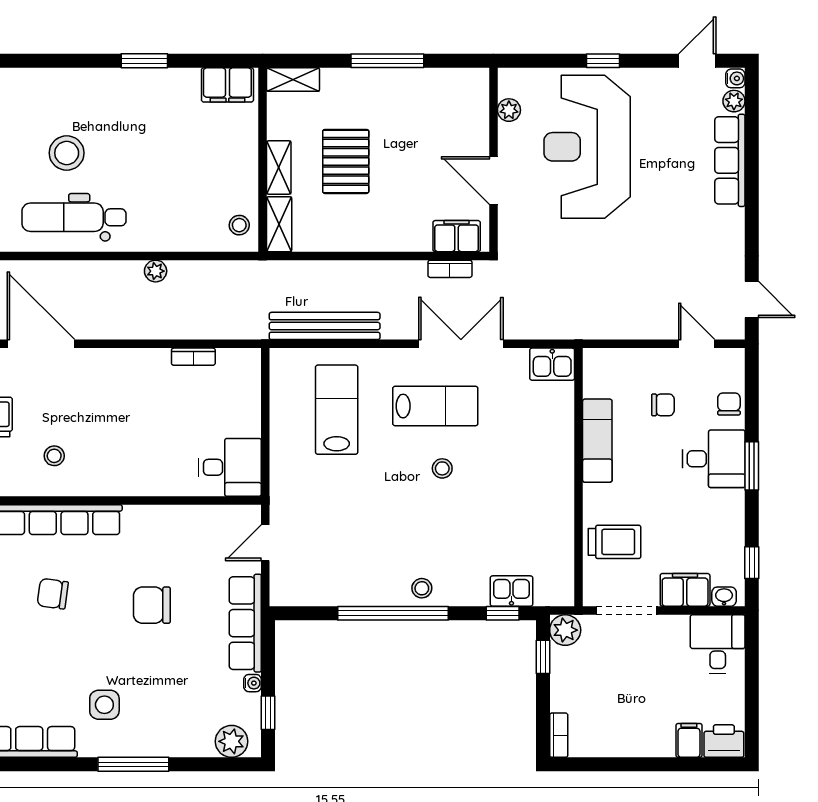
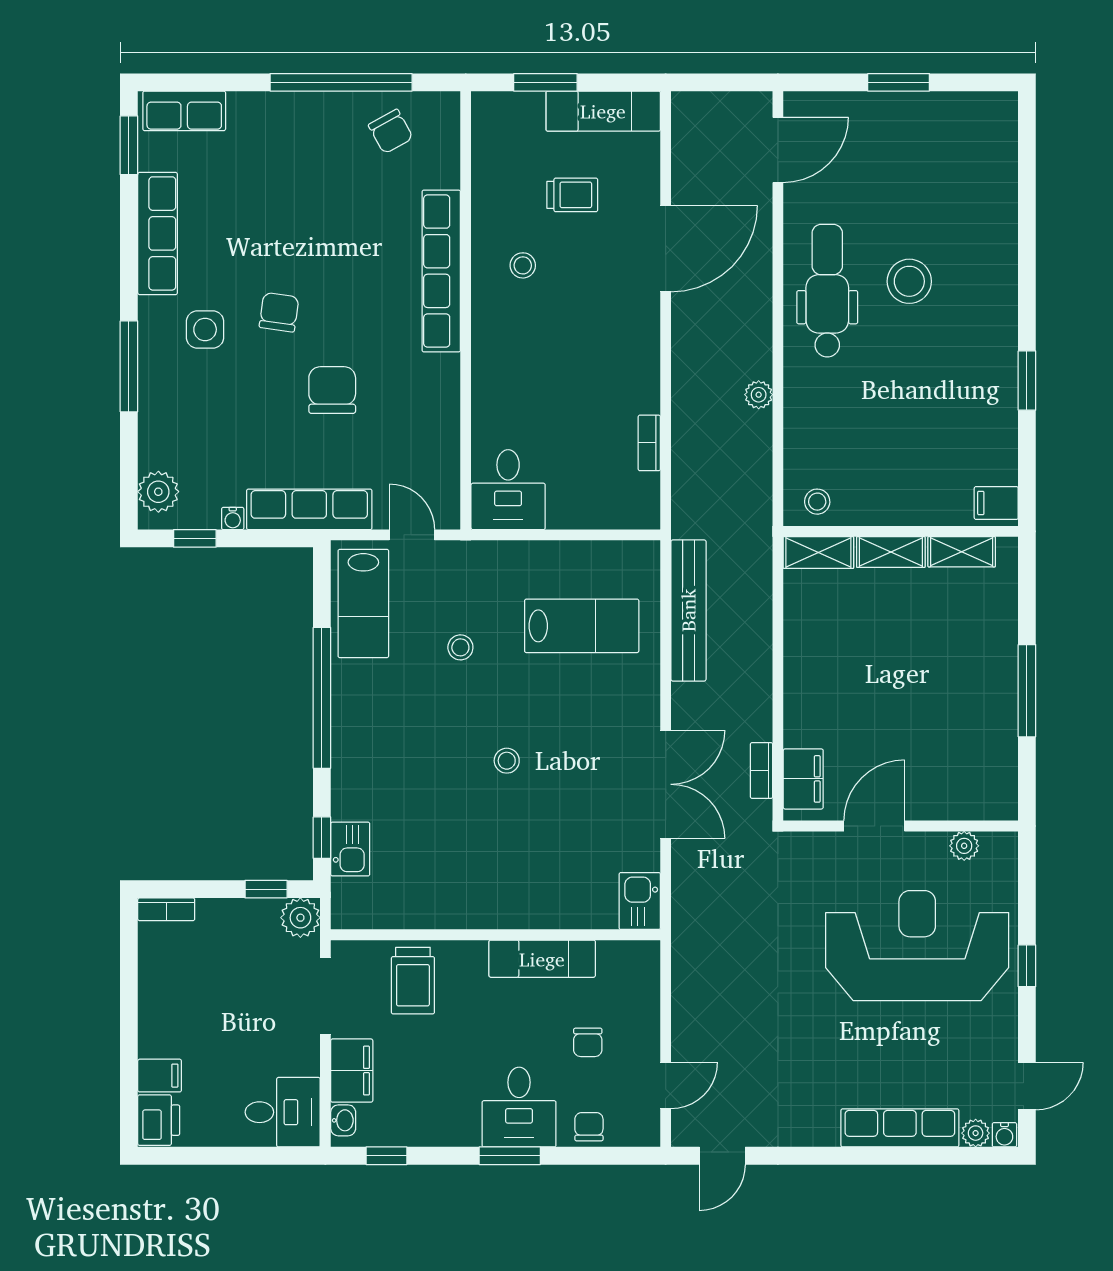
door: (697, 61) -> (1027, 1086), hinge flipped
shelving: (293, 80) -> (962, 552), moved, turned 90
filing cabinet: (227, 85) -> (996, 503), width x0.50
pallet: (346, 161) -> (899, 637), removed
chair: (729, 404) -> (589, 1127), turned -90
lab bench: (435, 406) -> (363, 603), moved
stool: (422, 588) -> (460, 647), moved
chair: (53, 594) -> (279, 312), moved

